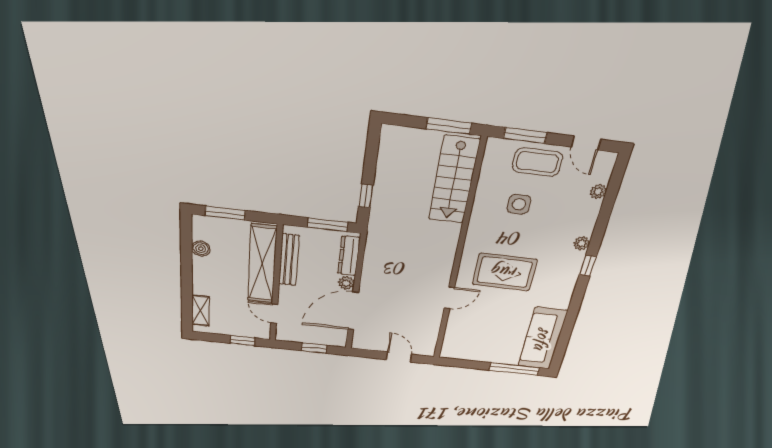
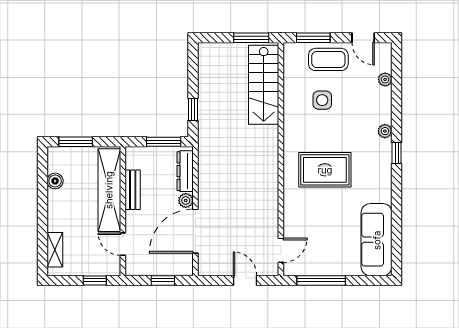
bench: (289, 260) -> (133, 190), width x0.73
door: (449, 298) -> (281, 250), moved
window: (514, 369) -> (321, 280), moved

